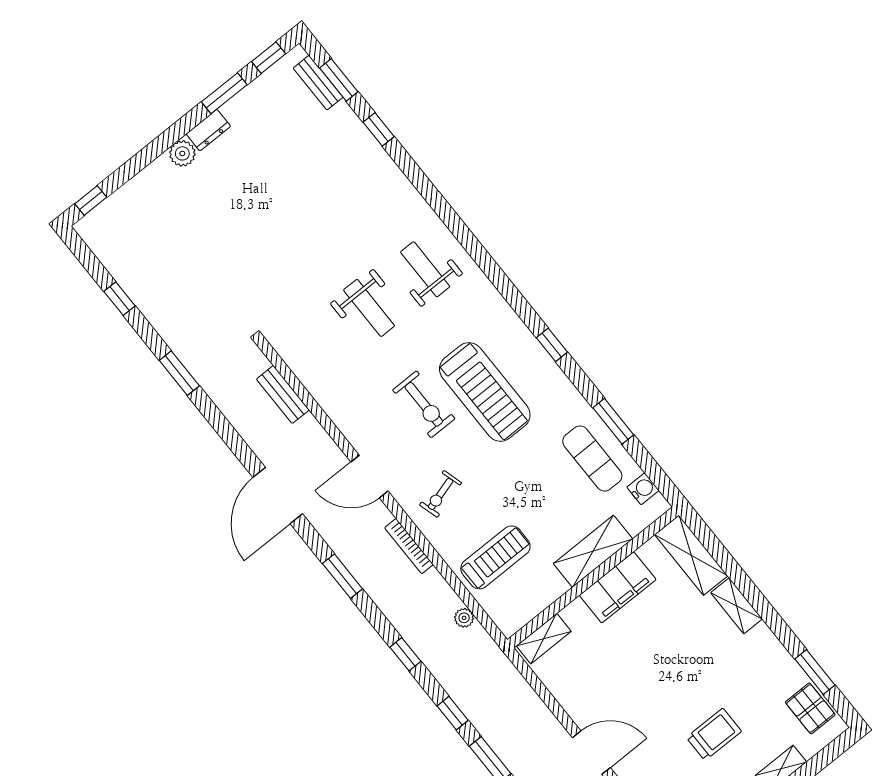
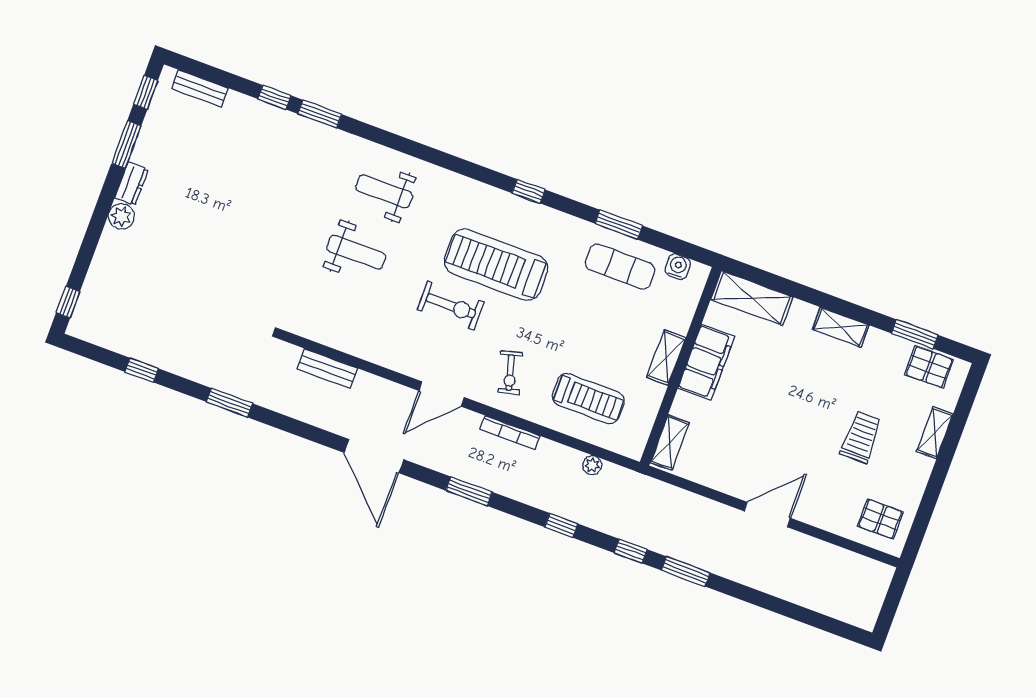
window: (339, 80) -> (320, 114), moved
treadmill: (485, 392) -> (496, 265), turned 180
shelving: (593, 551) -> (666, 357), width x0.67, depth x0.75
treadmill: (495, 557) -> (588, 399), turned 90
shelving: (737, 606) -> (841, 327), moved

